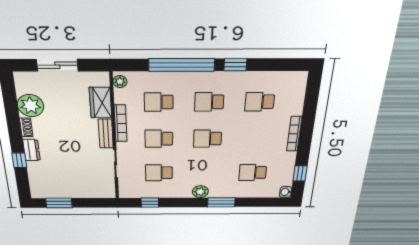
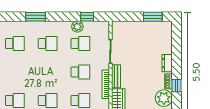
school desk: (207, 139) -> (48, 43), moved
window: (19, 160) -> (177, 86), moved
plant: (200, 192) -> (77, 27), moved

